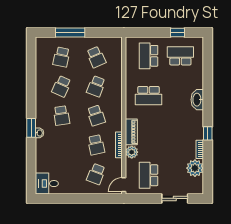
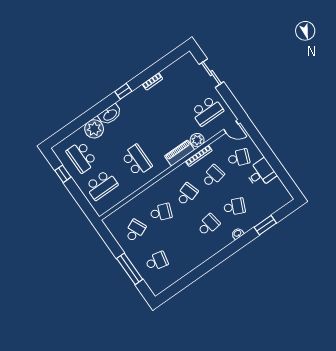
school desk: (61, 86) -> (234, 207), moved
window: (31, 128) -> (265, 225), moved
window: (208, 133) -> (123, 91), moved
plant: (195, 168) -> (94, 129), moved
desk: (47, 184) -> (261, 173), moved, turned -90

